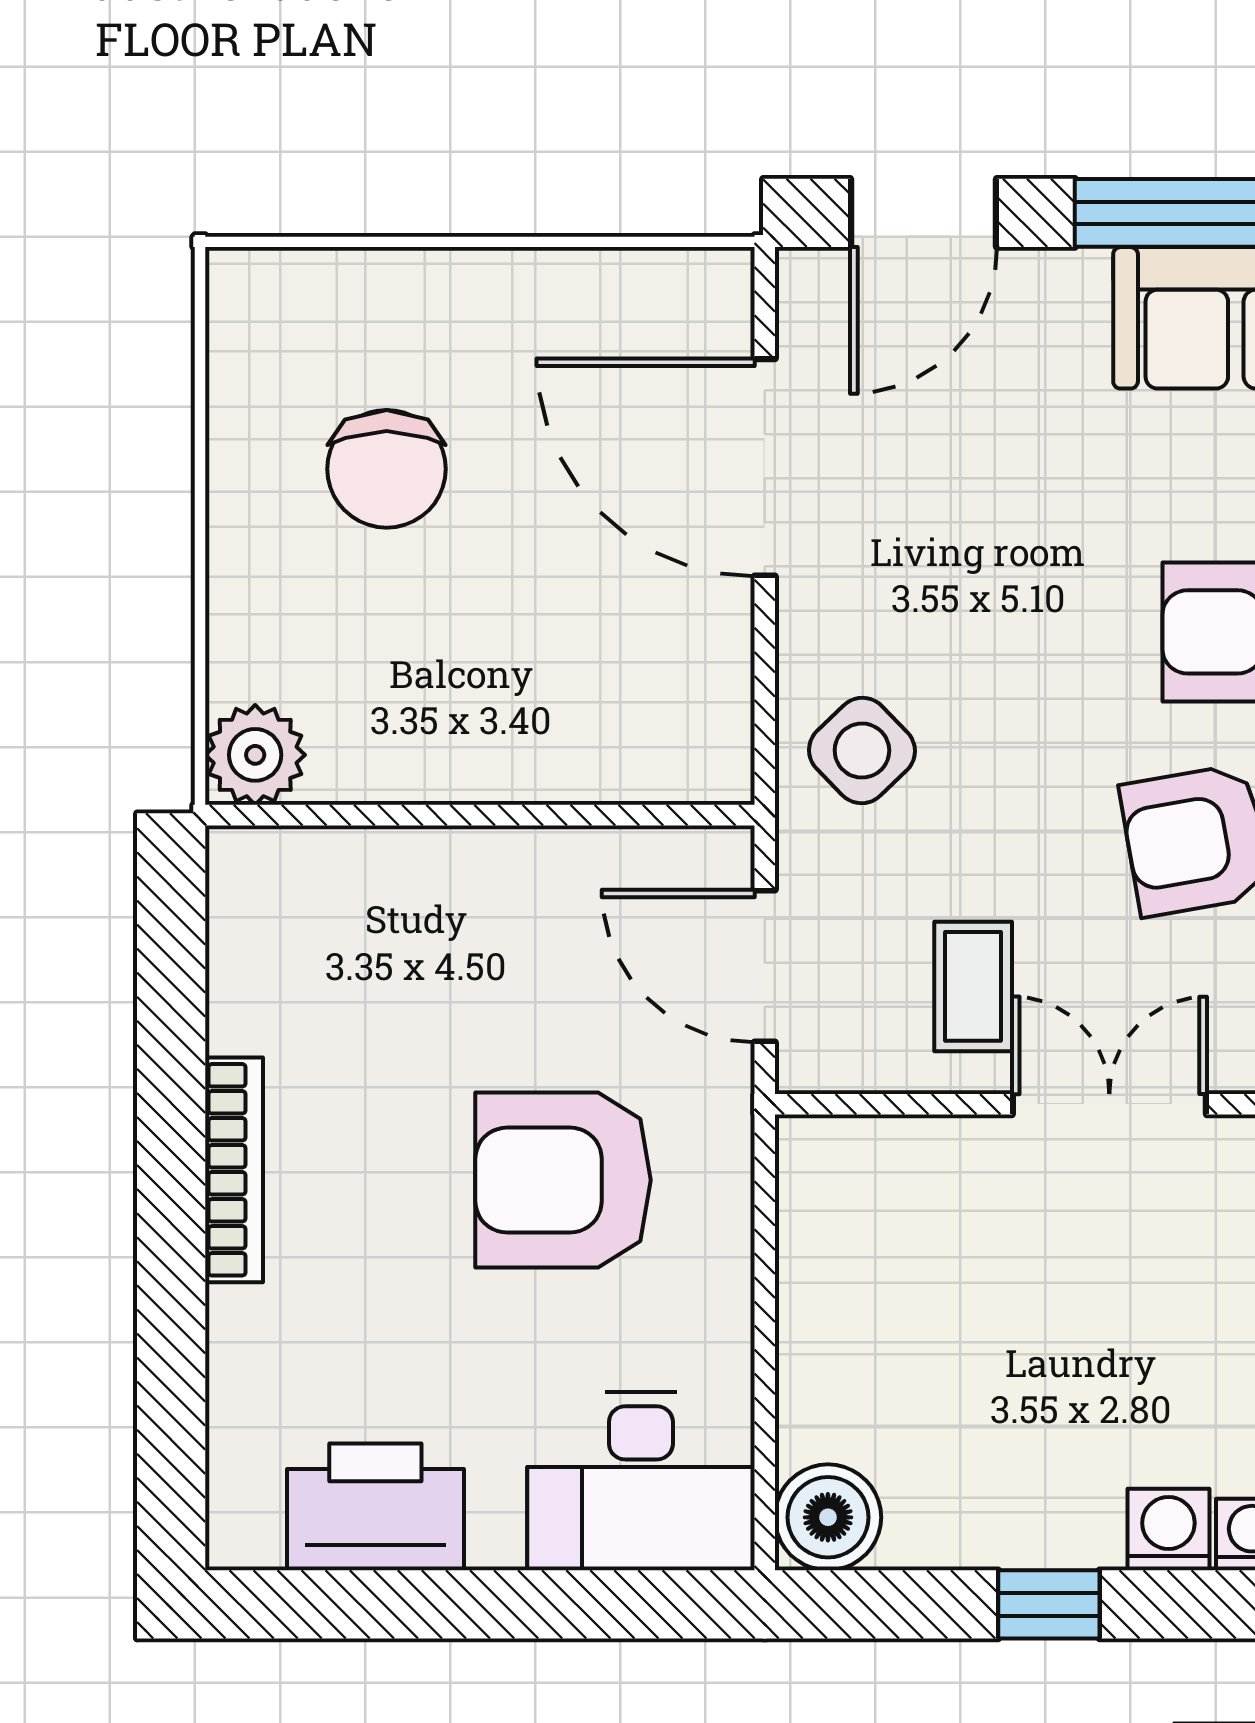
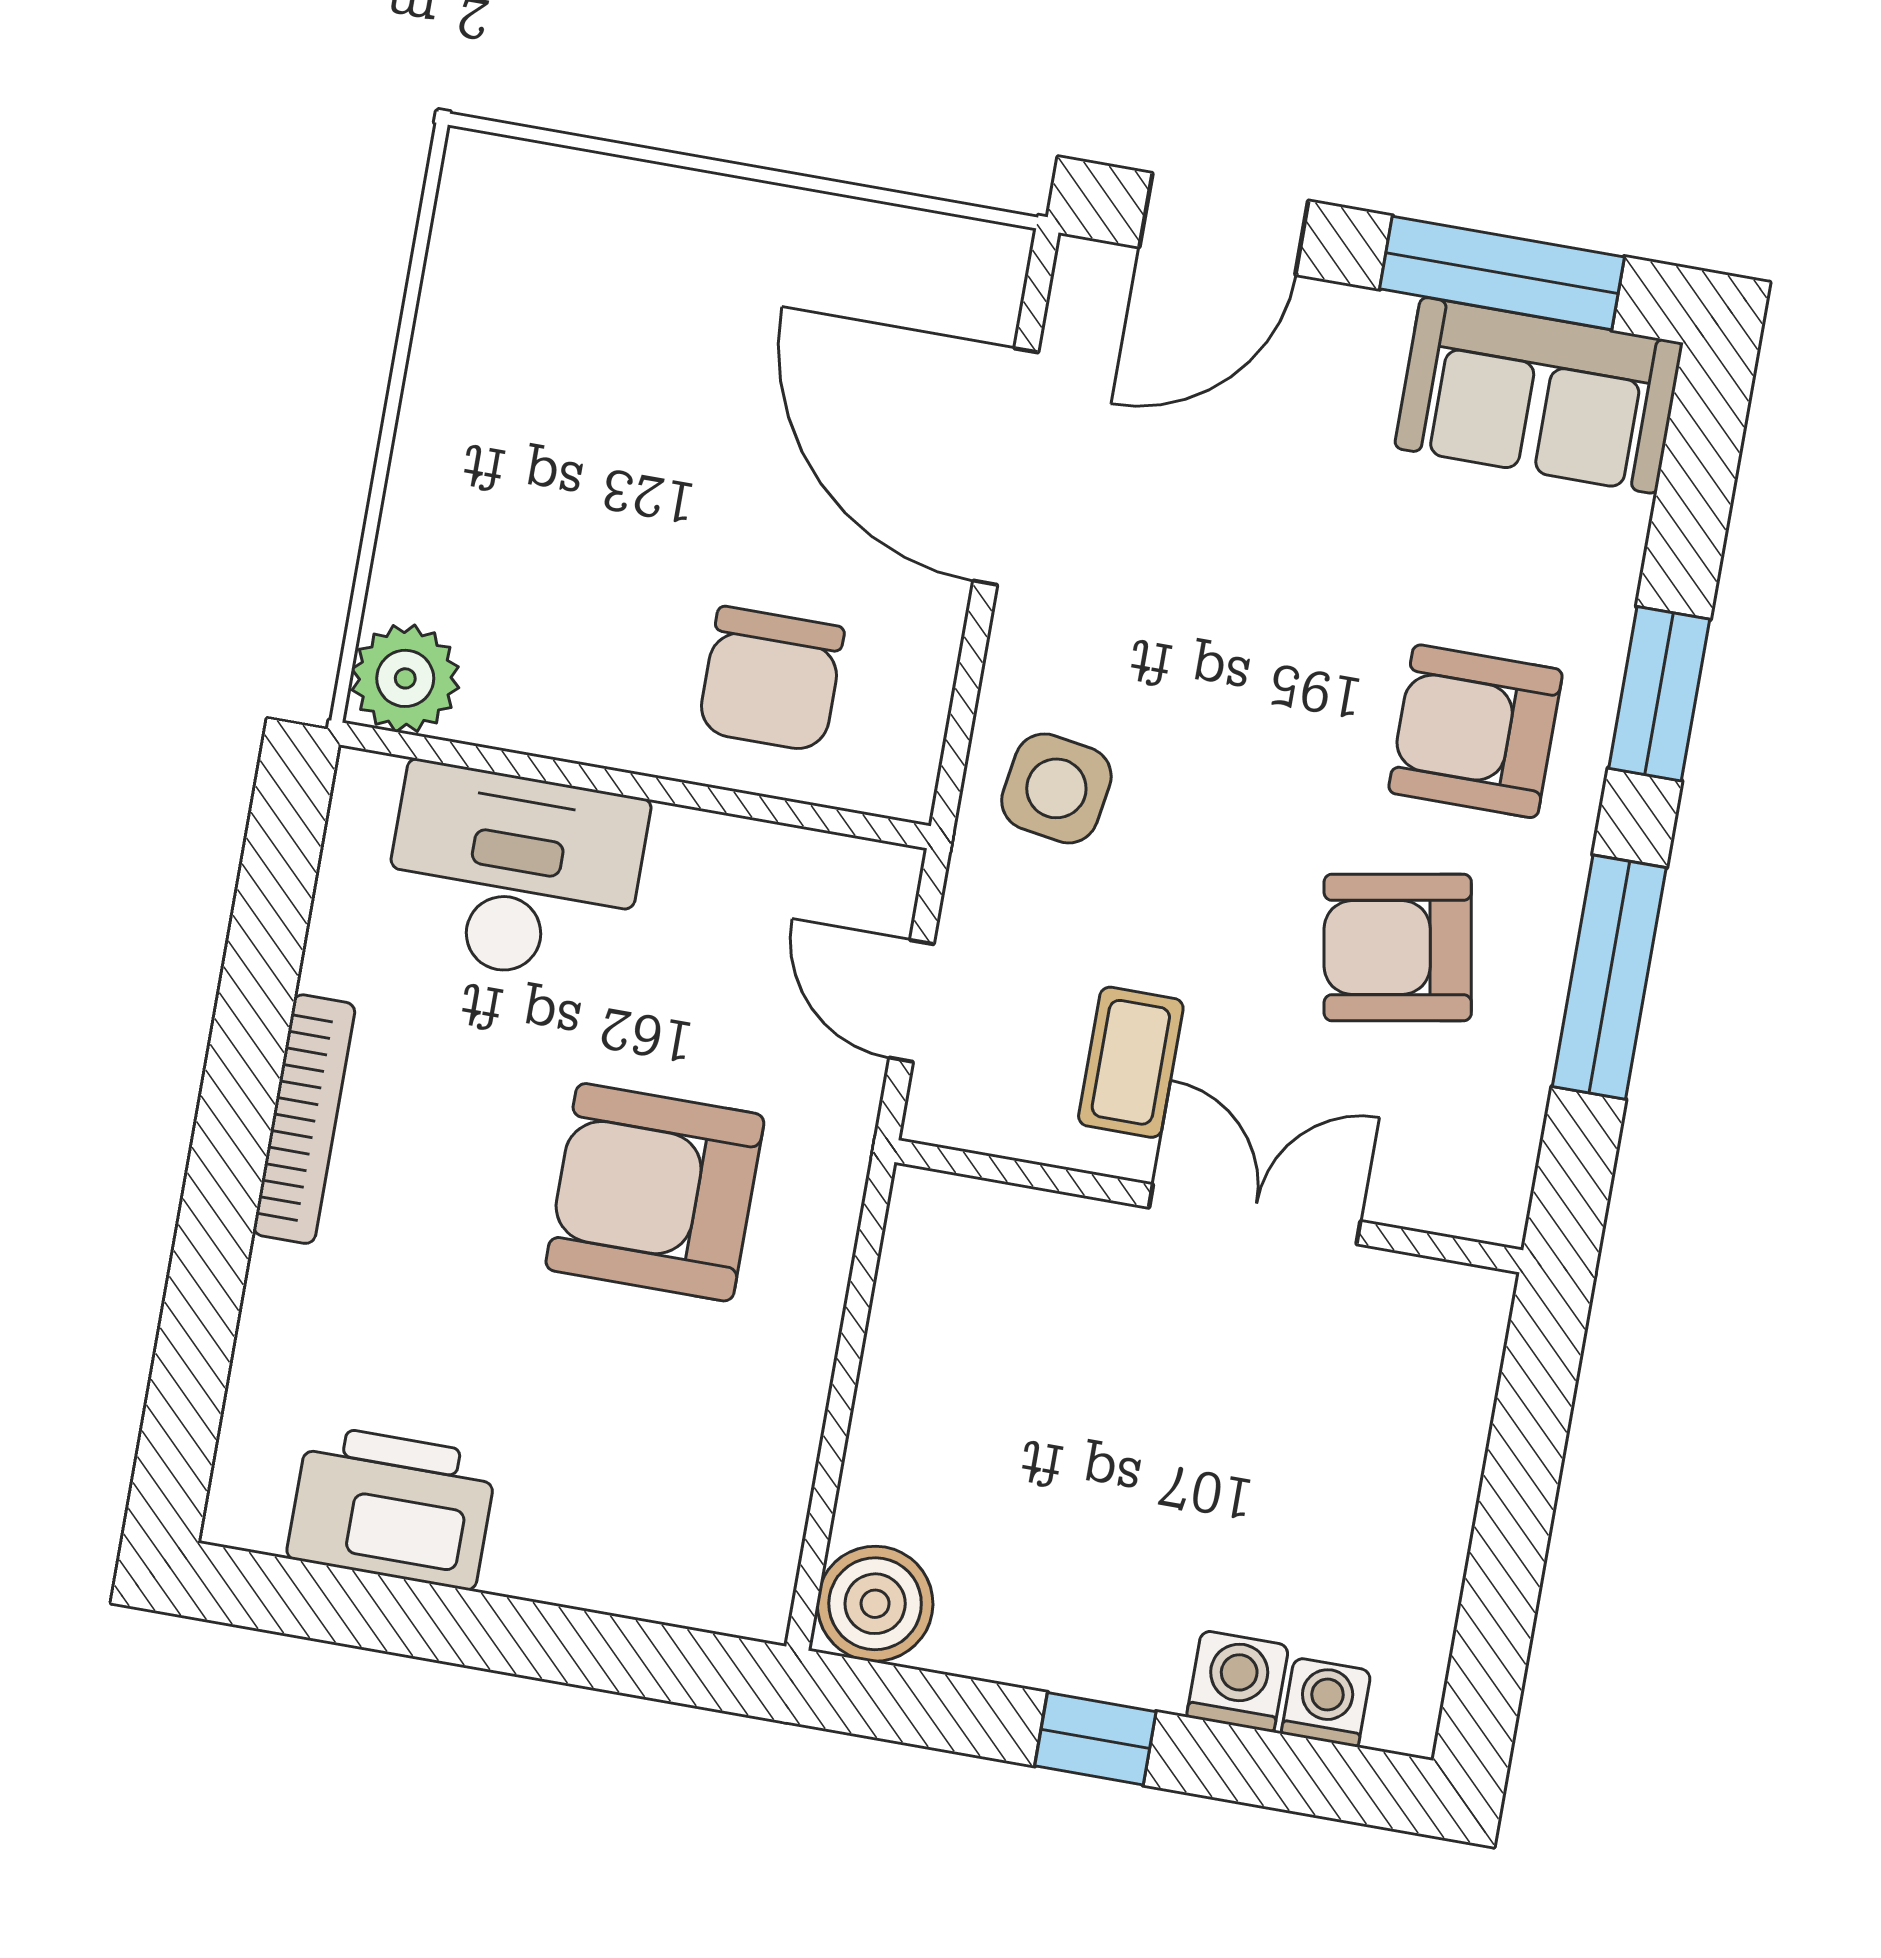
chair: (387, 469) -> (771, 679), moved
side table: (862, 751) -> (1056, 788), turned -37
door: (765, 966) -> (911, 1001), width x0.73
desk: (641, 1481) -> (514, 874), moved, turned 180

